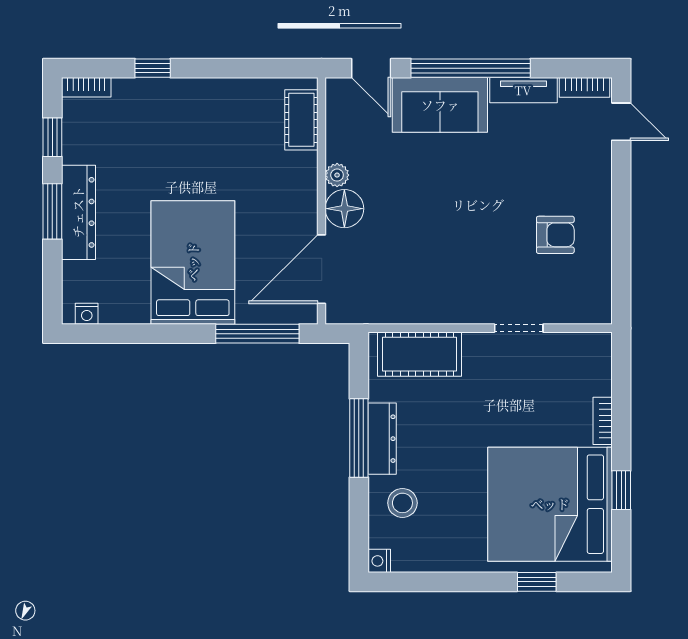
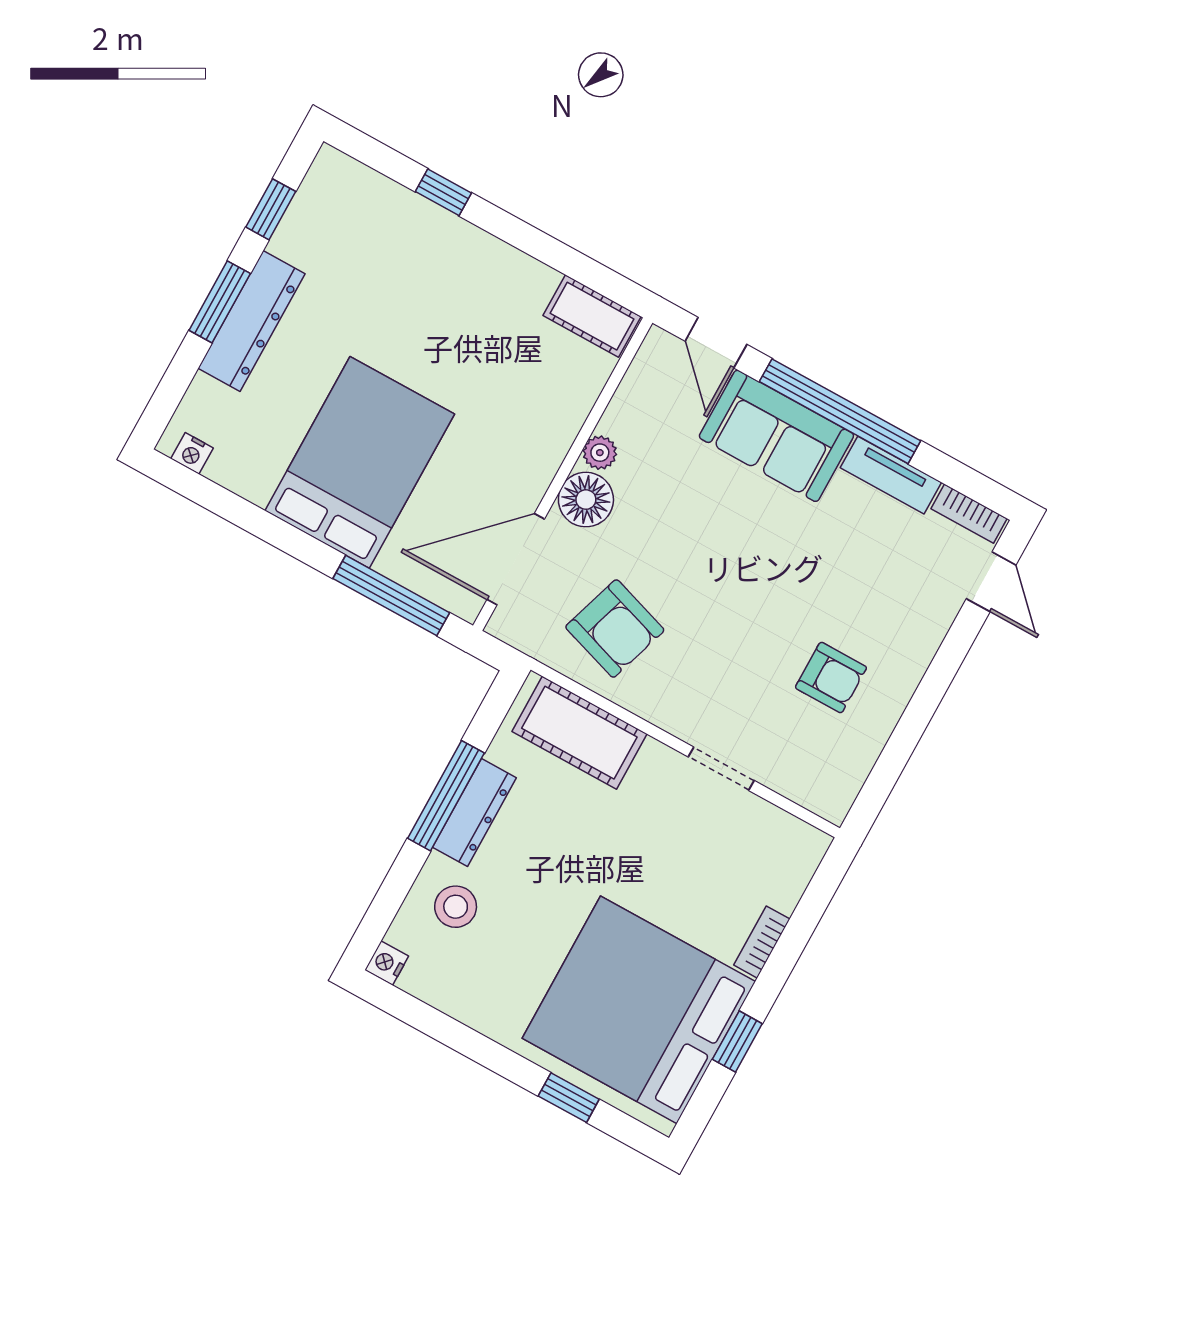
bookcase: (86, 87) -> (347, 170), removed
cot: (301, 120) -> (592, 316), moved, turned 90
armchair: (406, 278) -> (615, 629), added

